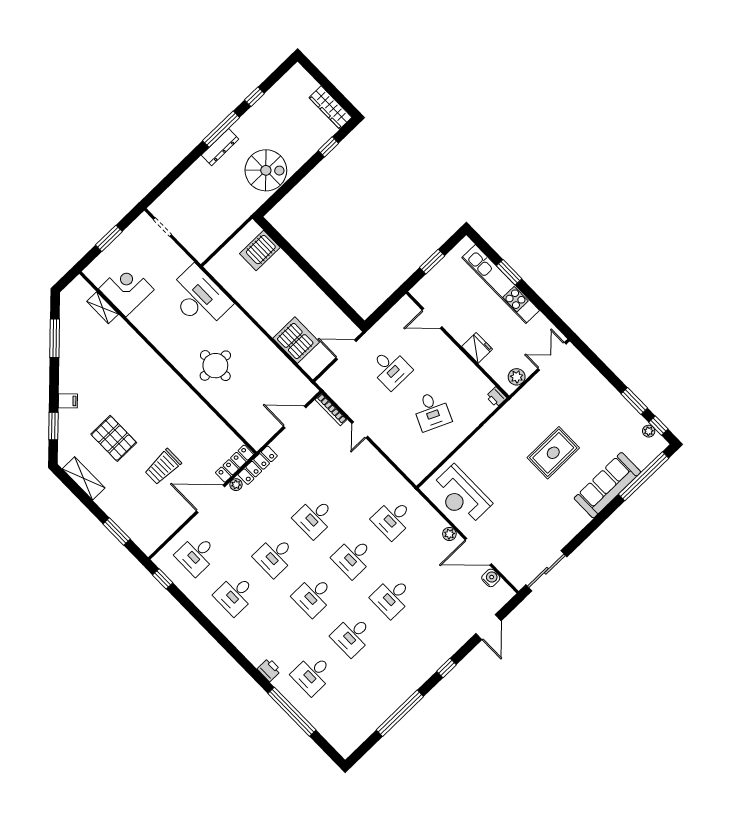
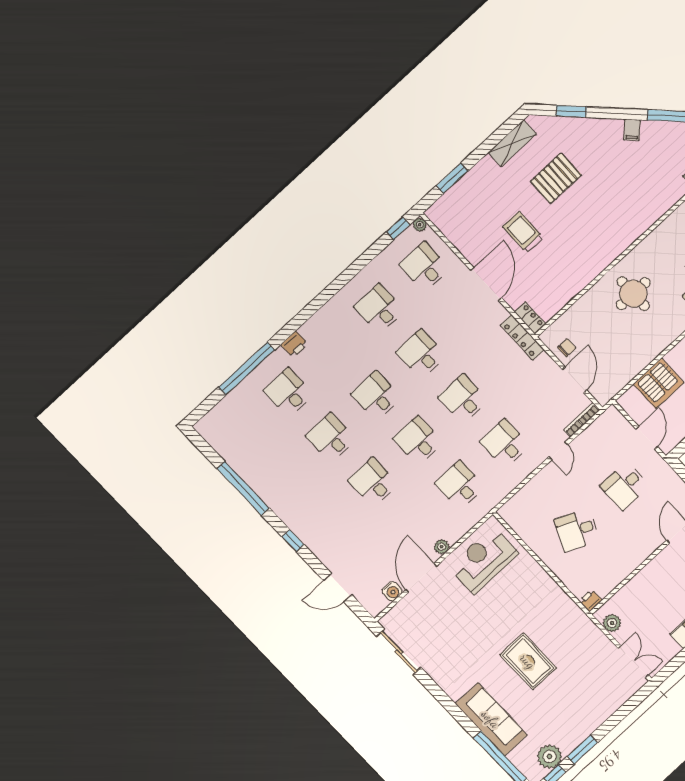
fridge: (477, 348) -> (645, 581), removed
filing cabinet: (68, 401) -> (632, 130), moved
chair: (266, 425) -> (567, 348), added
door: (360, 430) -> (558, 451), swing flipped
plant: (649, 431) -> (550, 757), width x1.88, depth x1.88
locker: (235, 464) -> (530, 318), width x0.66
desk: (354, 479) -> (505, 444), added
plant: (236, 485) -> (420, 225), moved

